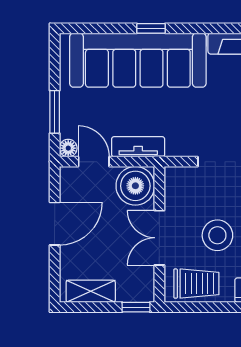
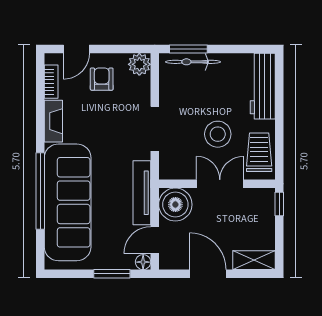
window: (151, 28) -> (40, 191), width x3.17
tv unit: (138, 147) -> (142, 193), width x1.41
double door: (159, 238) -> (220, 184), swing flipped
shelving: (91, 291) -> (254, 260), moved, turned 90

